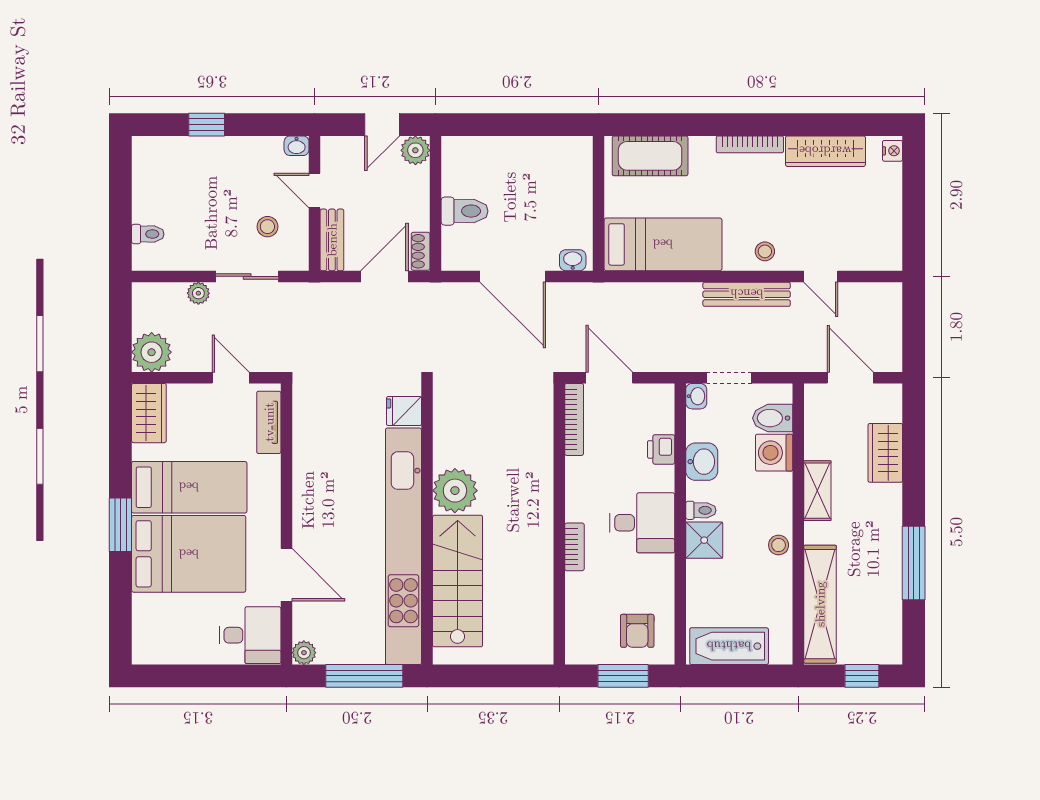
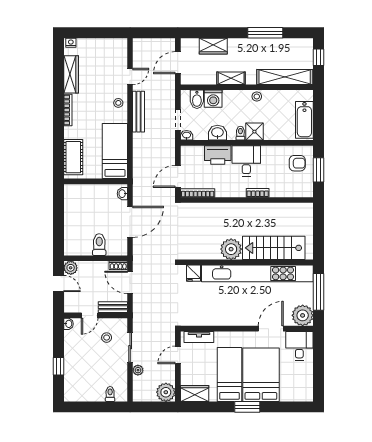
printer: (661, 449) -> (218, 155), width x1.87, depth x1.48
plant: (304, 653) -> (303, 315), width x1.88, depth x1.88

